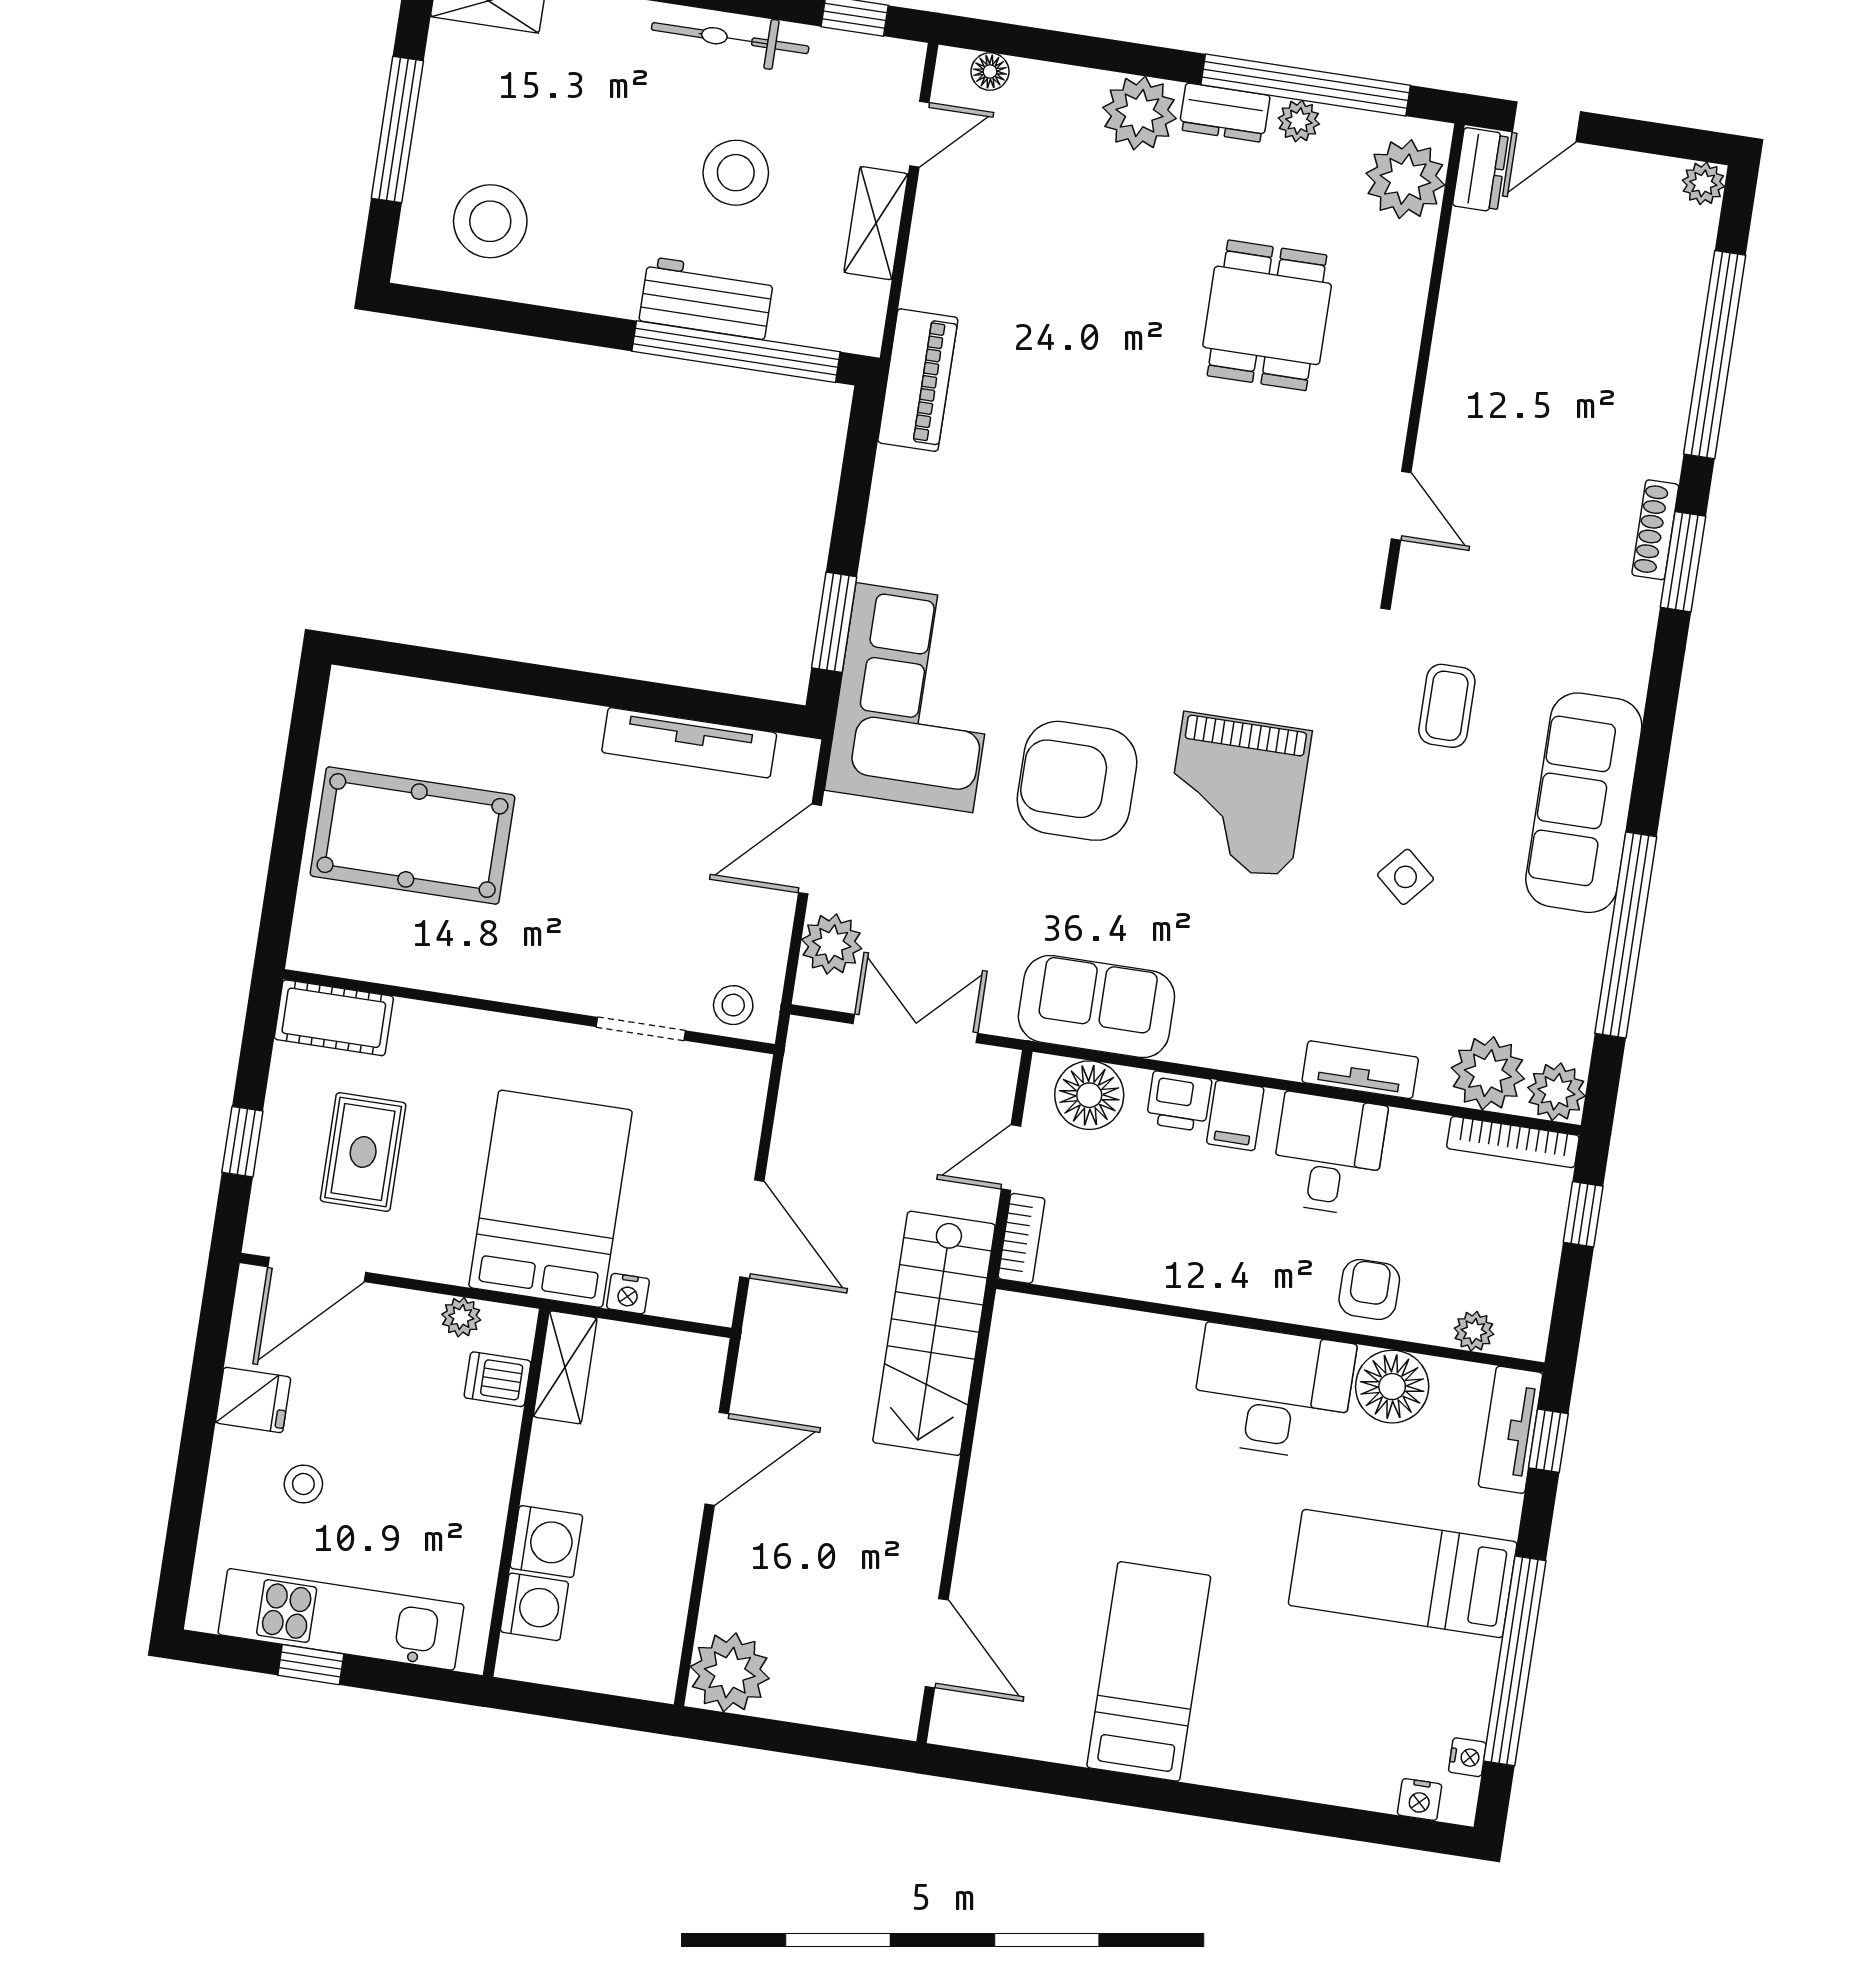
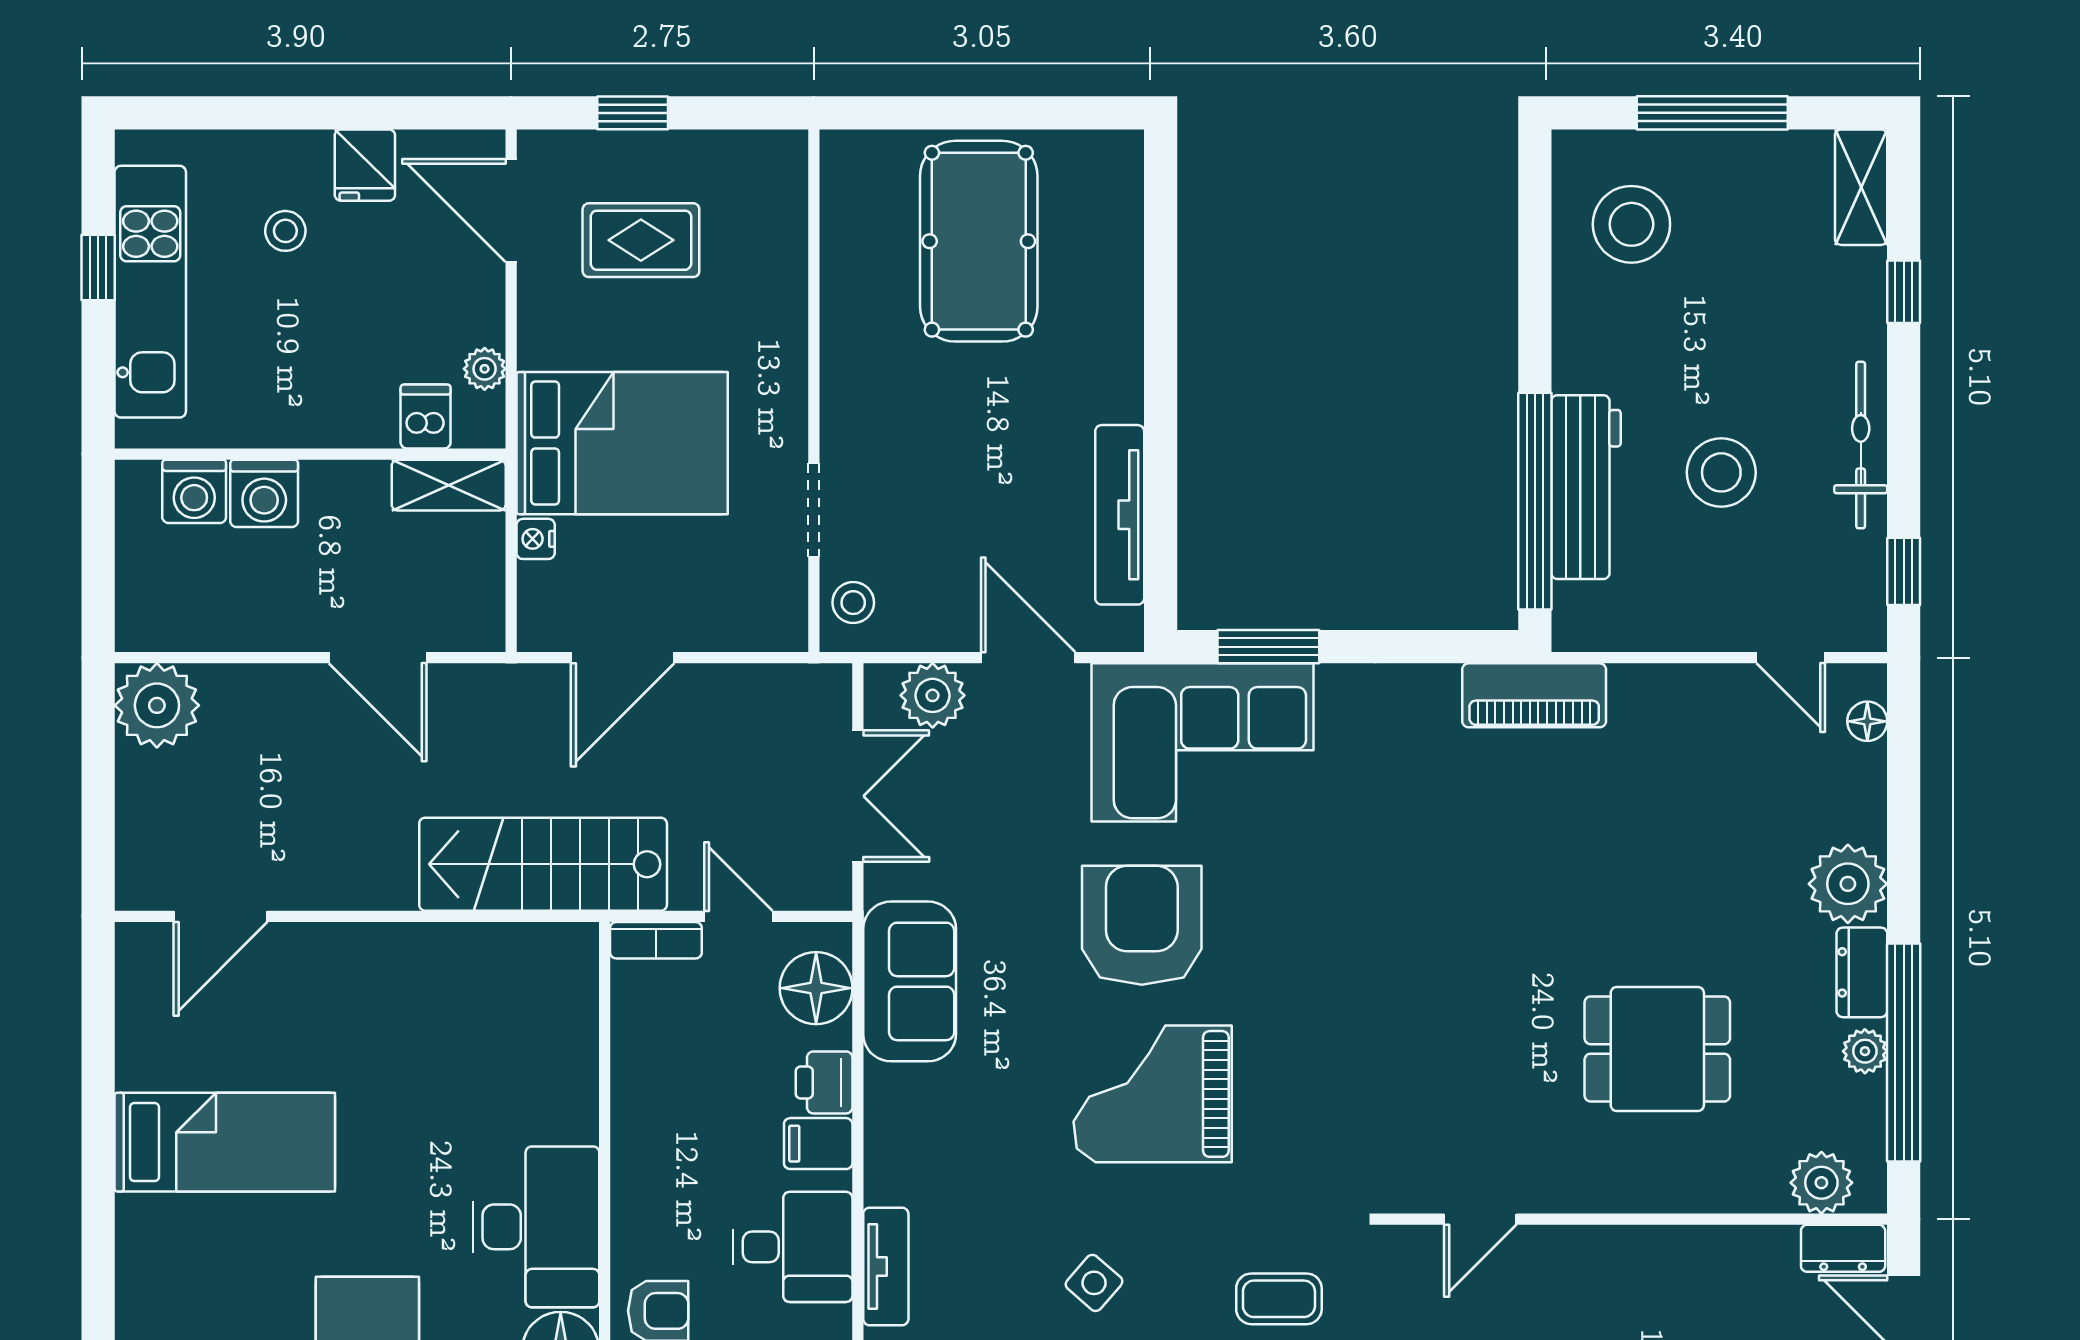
plant: (1405, 179) -> (1821, 1183), width x0.73, depth x0.73
shelving: (876, 223) -> (1691, 627), removed
workbench: (707, 298) -> (1586, 487), width x1.37
cot: (334, 1018) -> (776, 188), removed

